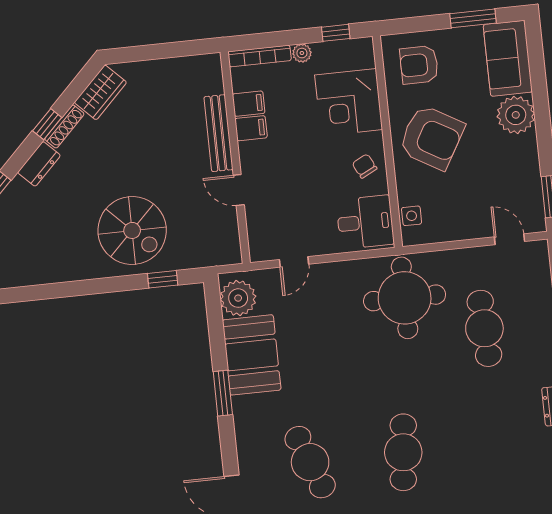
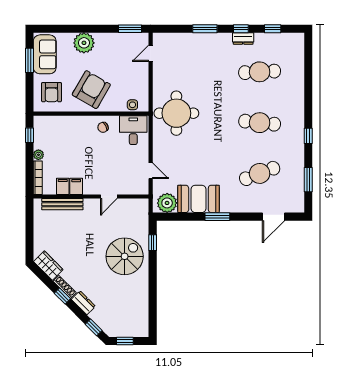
sofa: (508, 58) -> (45, 54), moved, turned -90
corner desk: (349, 102) -> (68, 132), removed
bench: (218, 133) -> (62, 204), moved
cafe table: (484, 328) -> (260, 72), moved

